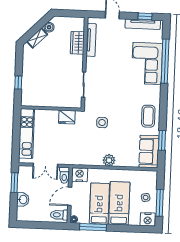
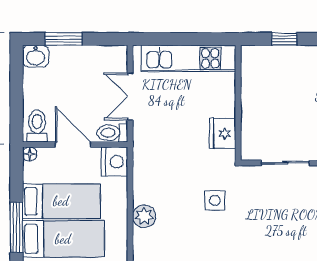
window: (14, 183) -> (63, 39), moved
washbasin: (23, 200) -> (36, 56), moved
window: (93, 227) -> (16, 227), moved

